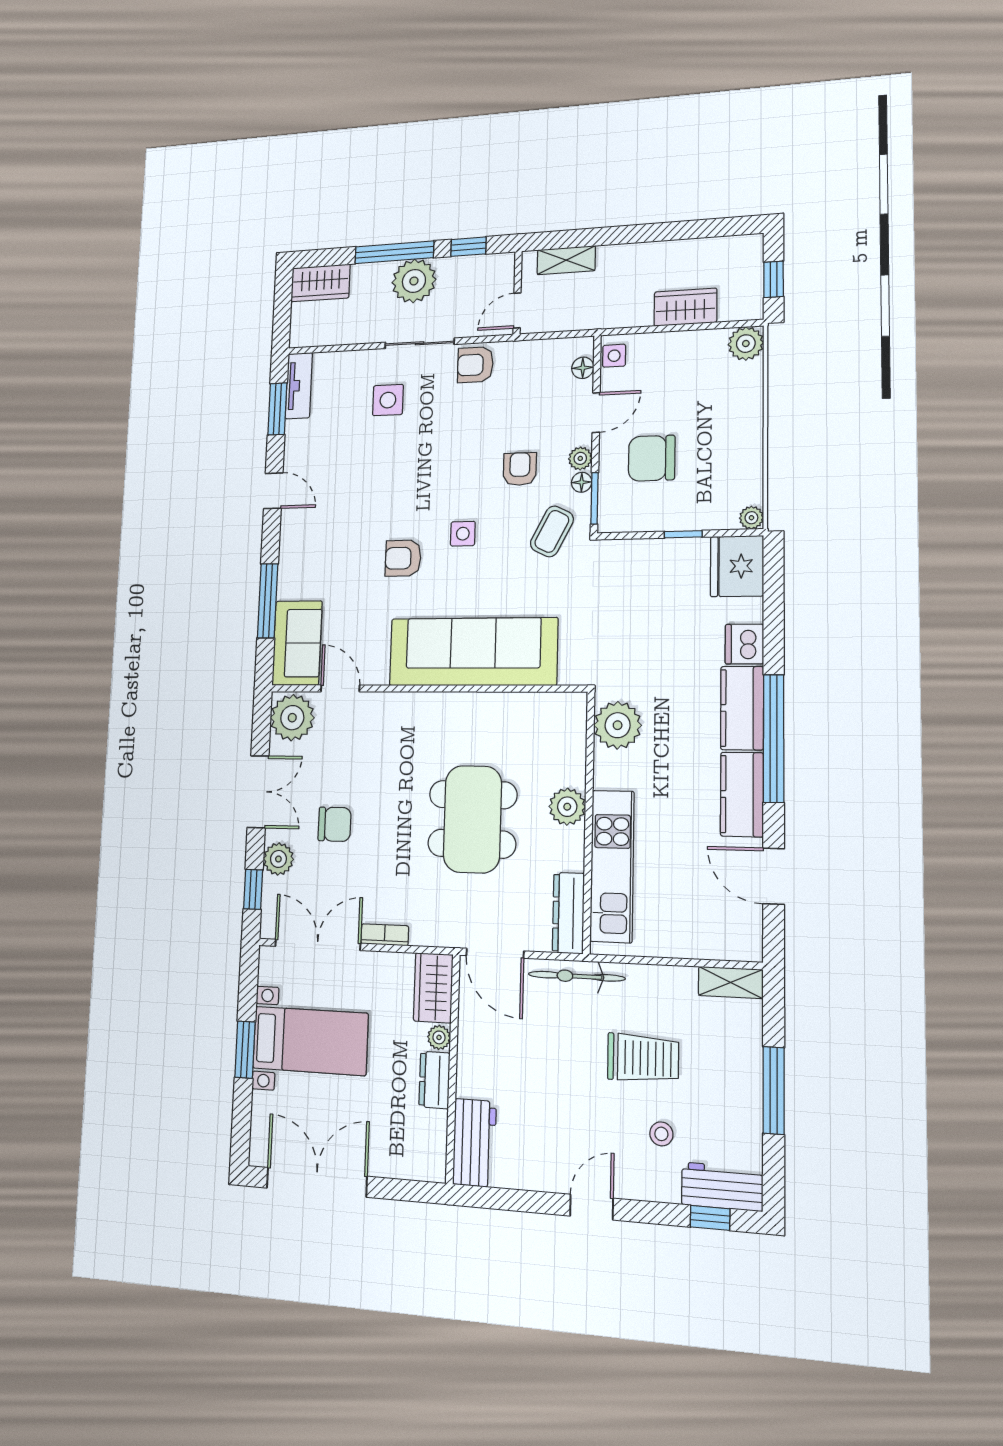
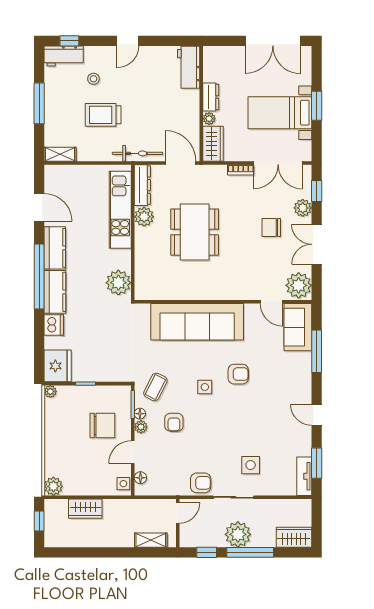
plant: (567, 807) -> (144, 217), moved

